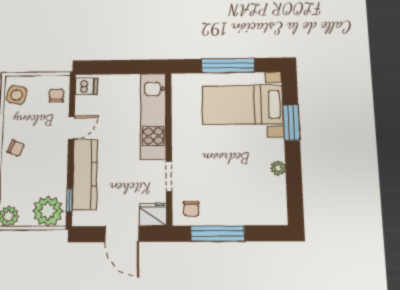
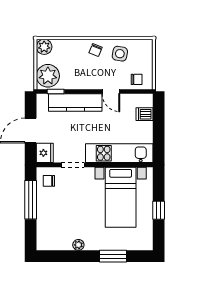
window: (228, 66) -> (159, 210), width x0.46
dishwasher: (86, 87) -> (144, 114), moved, turned 90
side table: (17, 95) -> (120, 54), moved
bed with nightstands: (242, 105) -> (121, 197), moved, turned 180

